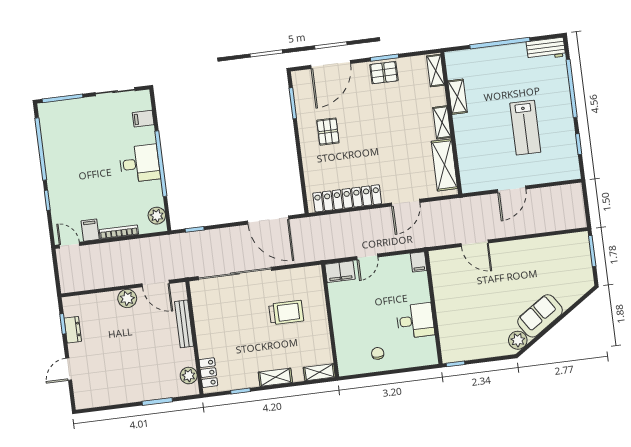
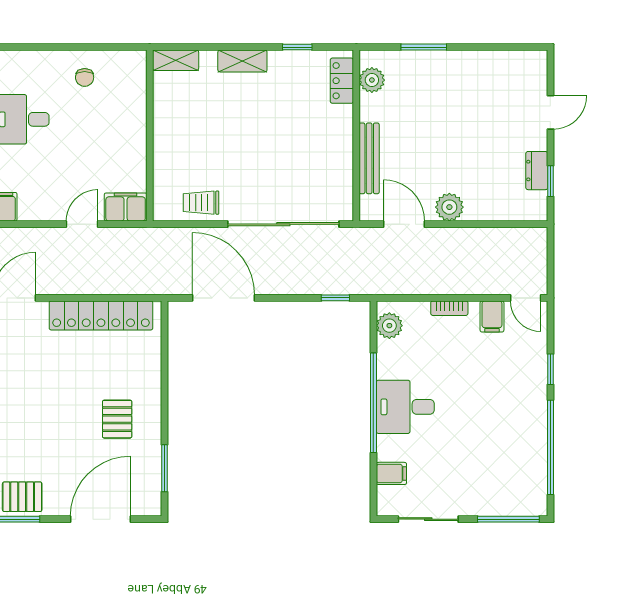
bookcase: (119, 232) -> (449, 308), width x0.64
trolley: (286, 312) -> (201, 203), moved, width x0.73, depth x0.72

